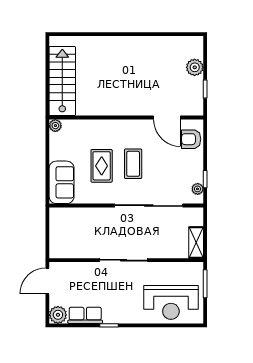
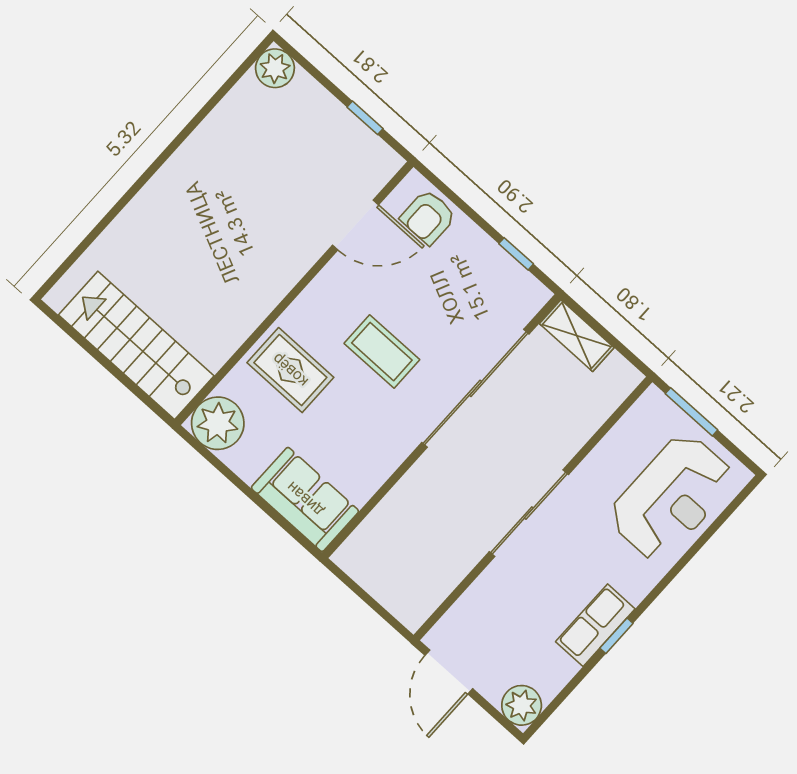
plant: (195, 67) -> (275, 68), moved
plant: (55, 126) -> (218, 423), width x1.87, depth x1.87
rug: (102, 166) -> (290, 370), moved
plant: (198, 189) -> (521, 282), removed
shelving: (196, 242) -> (577, 336), moved
row of seats: (85, 315) -> (595, 625), moved

